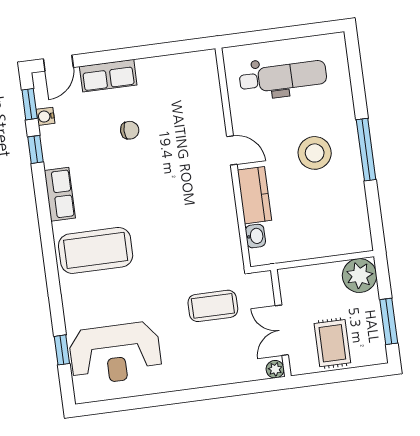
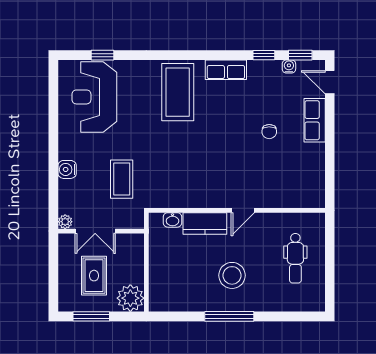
dental chair: (283, 77) -> (295, 258), width x0.73, depth x0.72
double door: (282, 330) -> (95, 231), swing flipped
rug: (332, 343) -> (94, 276), moved, turned 90
water cooler: (210, 375) -> (67, 169), added

